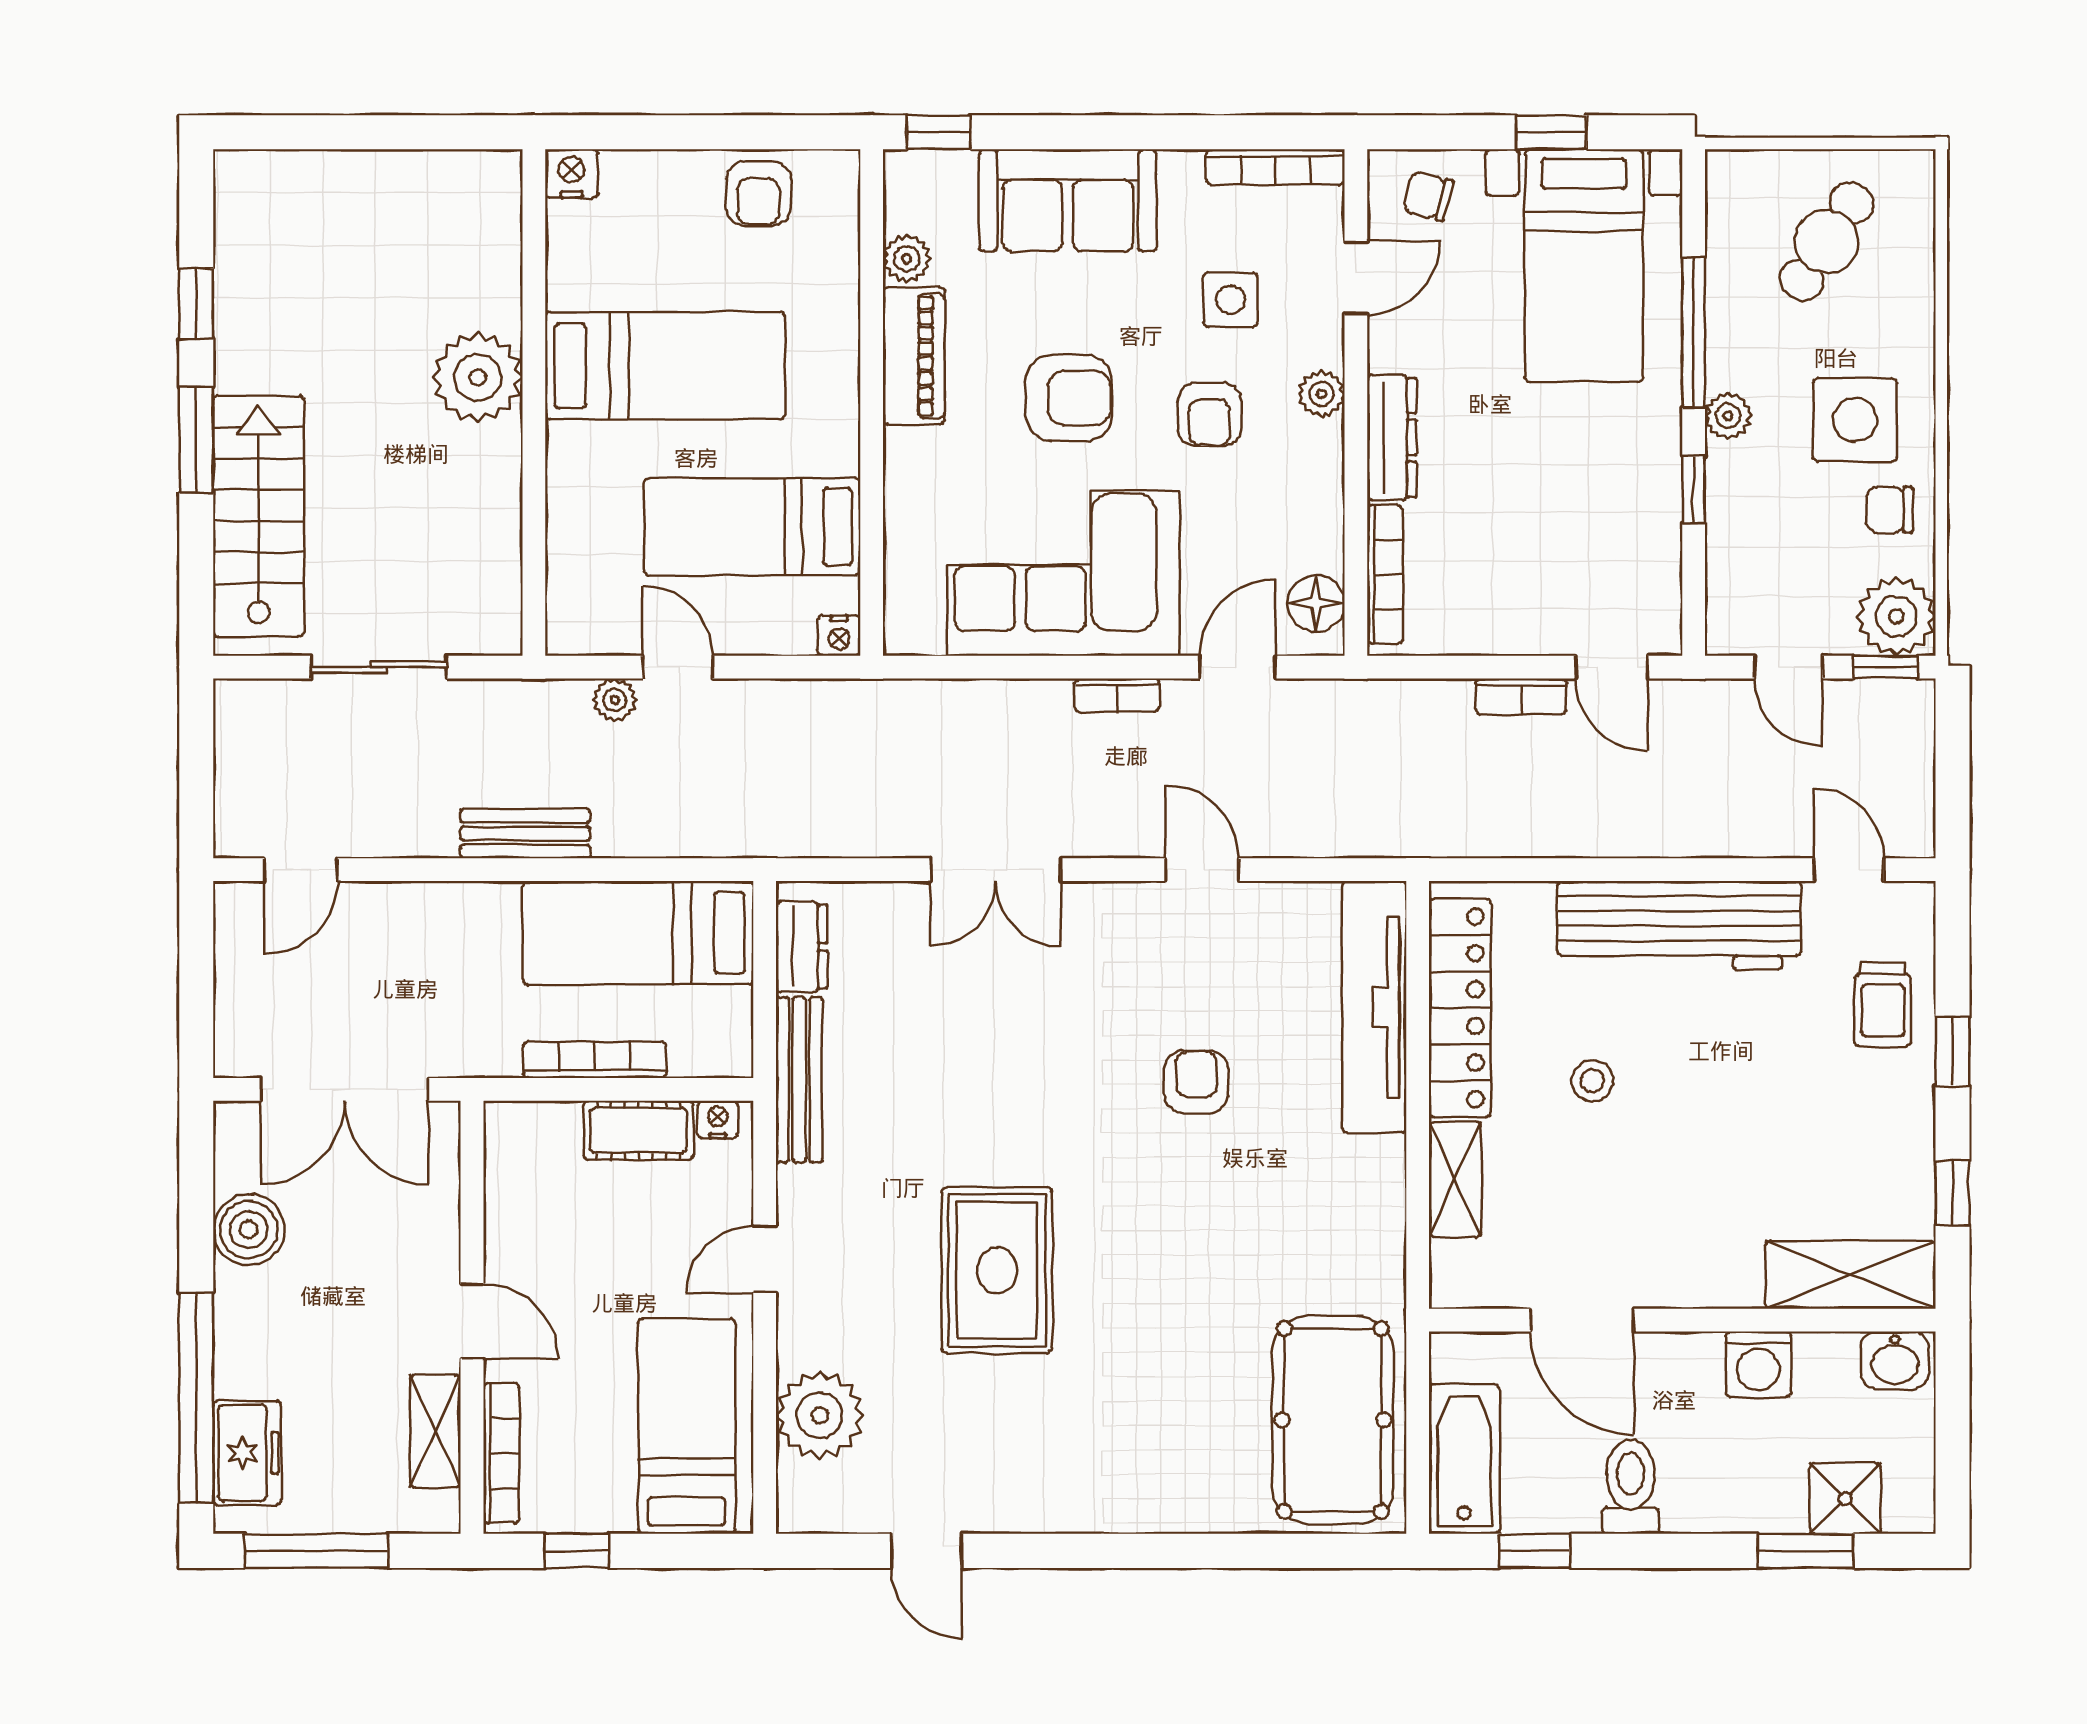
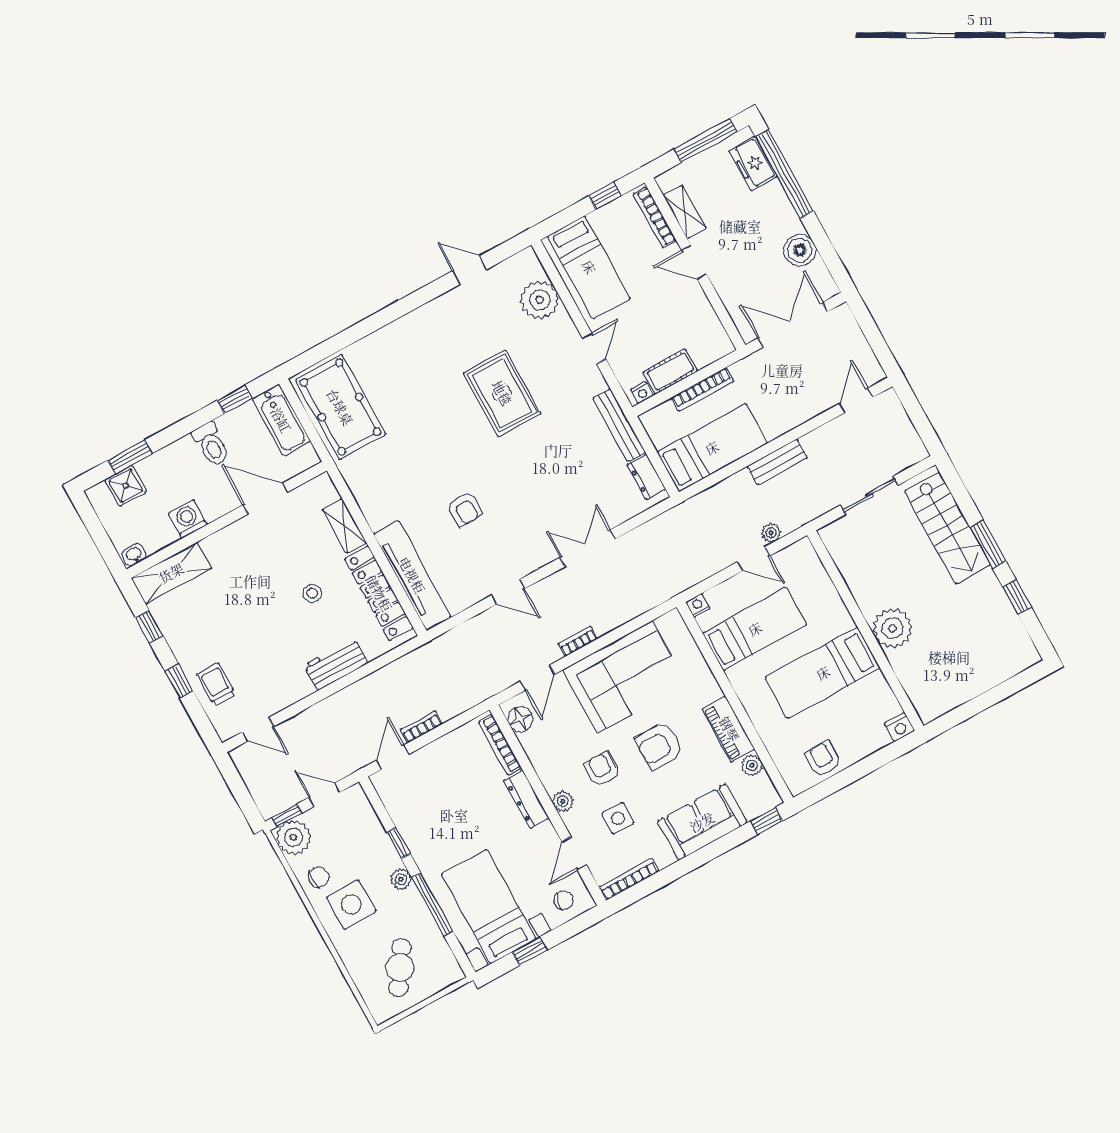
door: (1612, 667) -> (393, 757), hinge flipped
workbench: (1679, 925) -> (336, 664), width x0.53, depth x0.76
washbasin: (1895, 1360) -> (134, 555), width x0.72, depth x0.69

